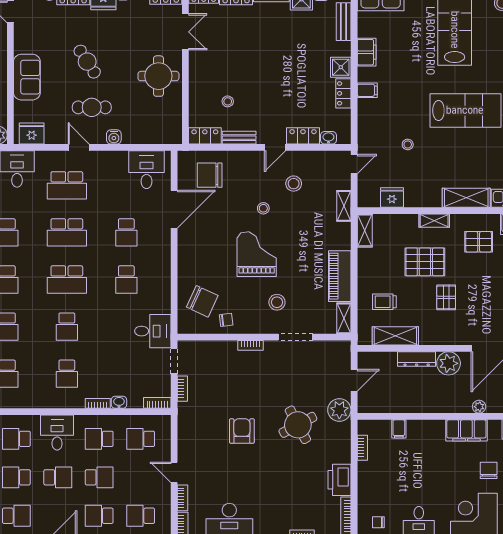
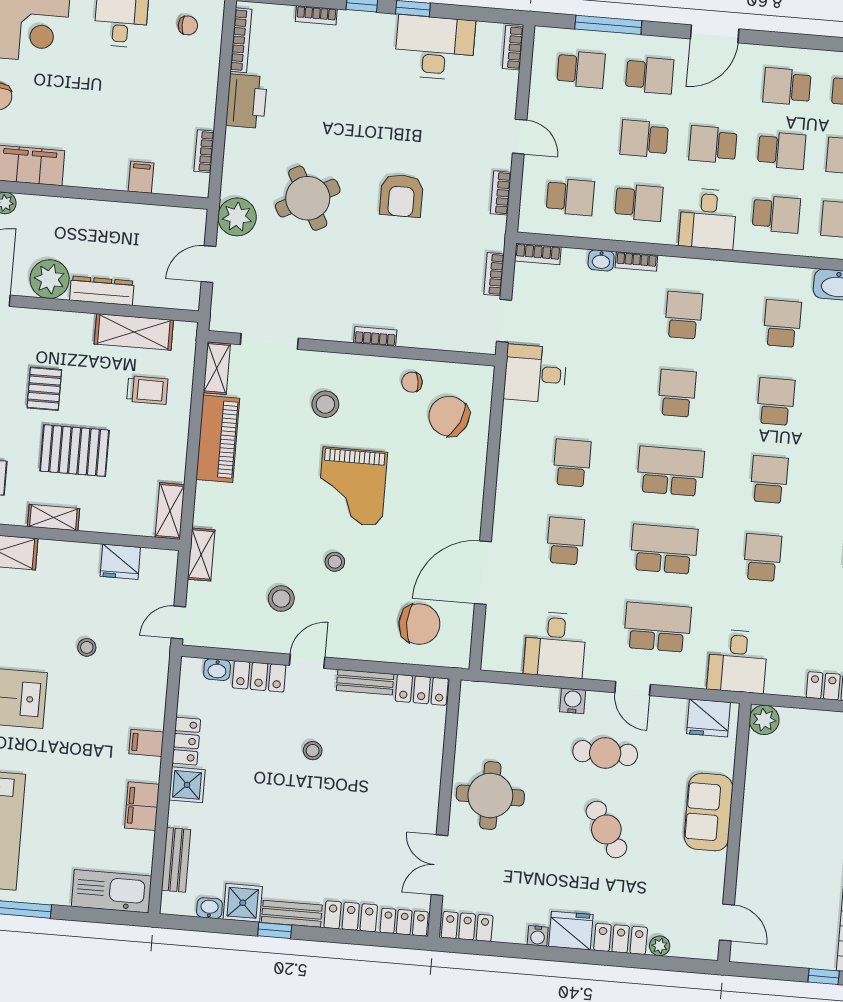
stool: (228, 101) -> (313, 751), moved
desk: (147, 170) -> (555, 645), moved
doorway: (296, 337) -> (269, 341), moved
bookcase: (183, 498) -> (501, 193), moved

